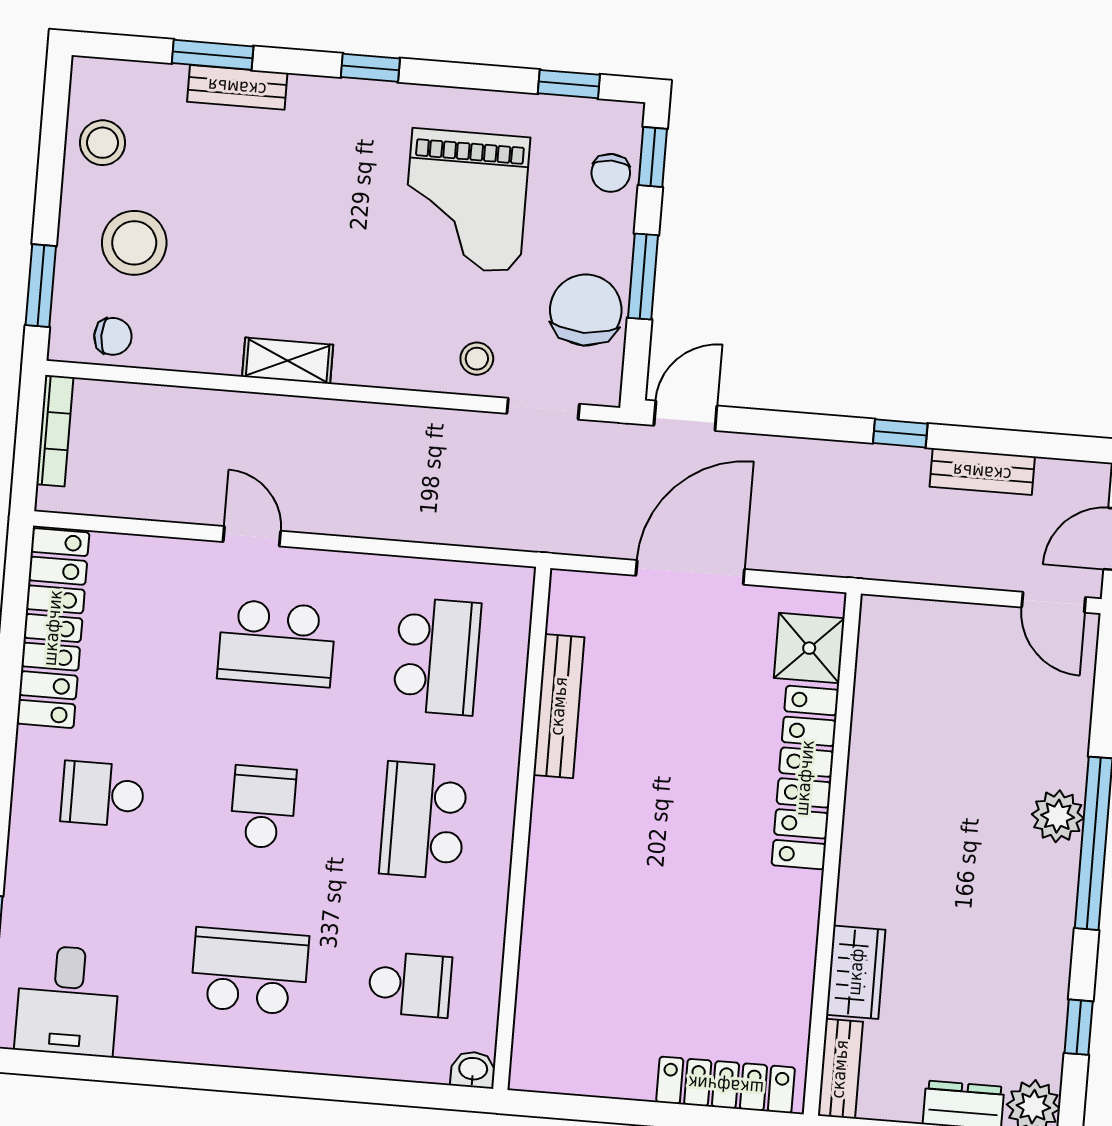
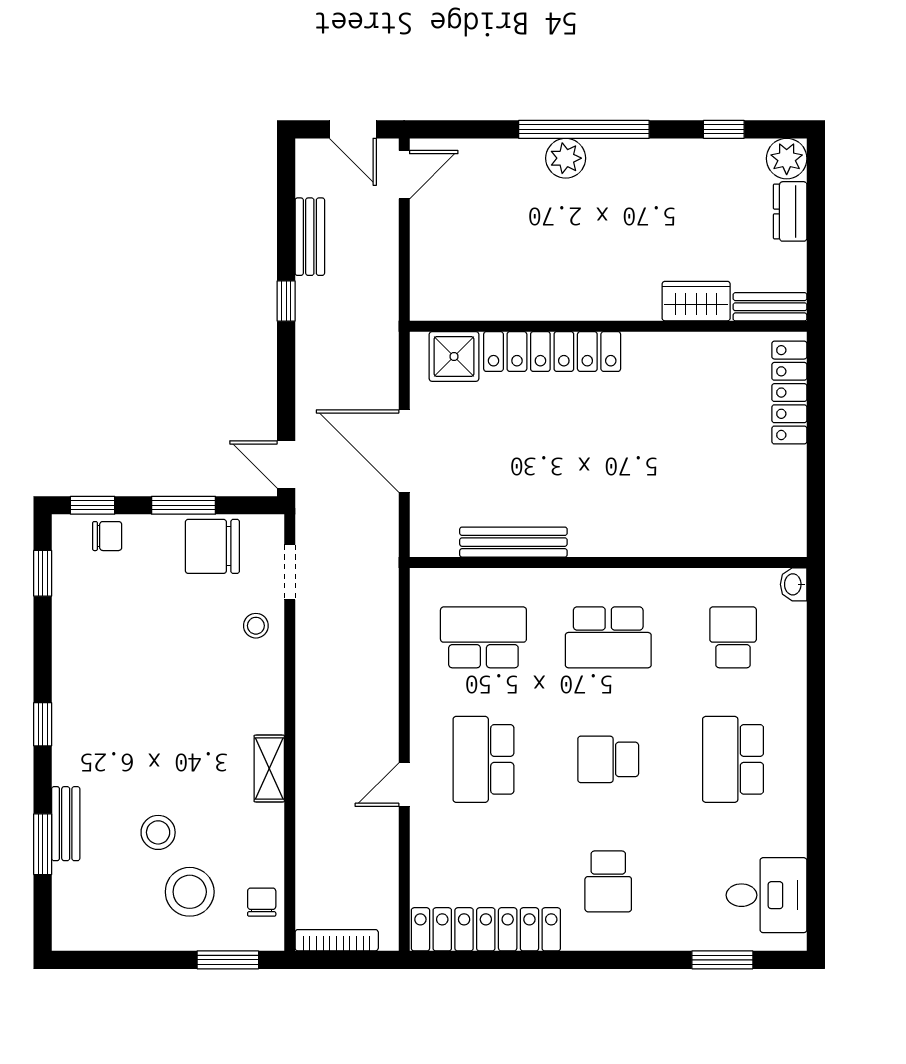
stool: (102, 143) -> (158, 832), moved
grand piano: (466, 201) -> (137, 644), removed
school desk: (277, 643) -> (483, 759), turned 180

